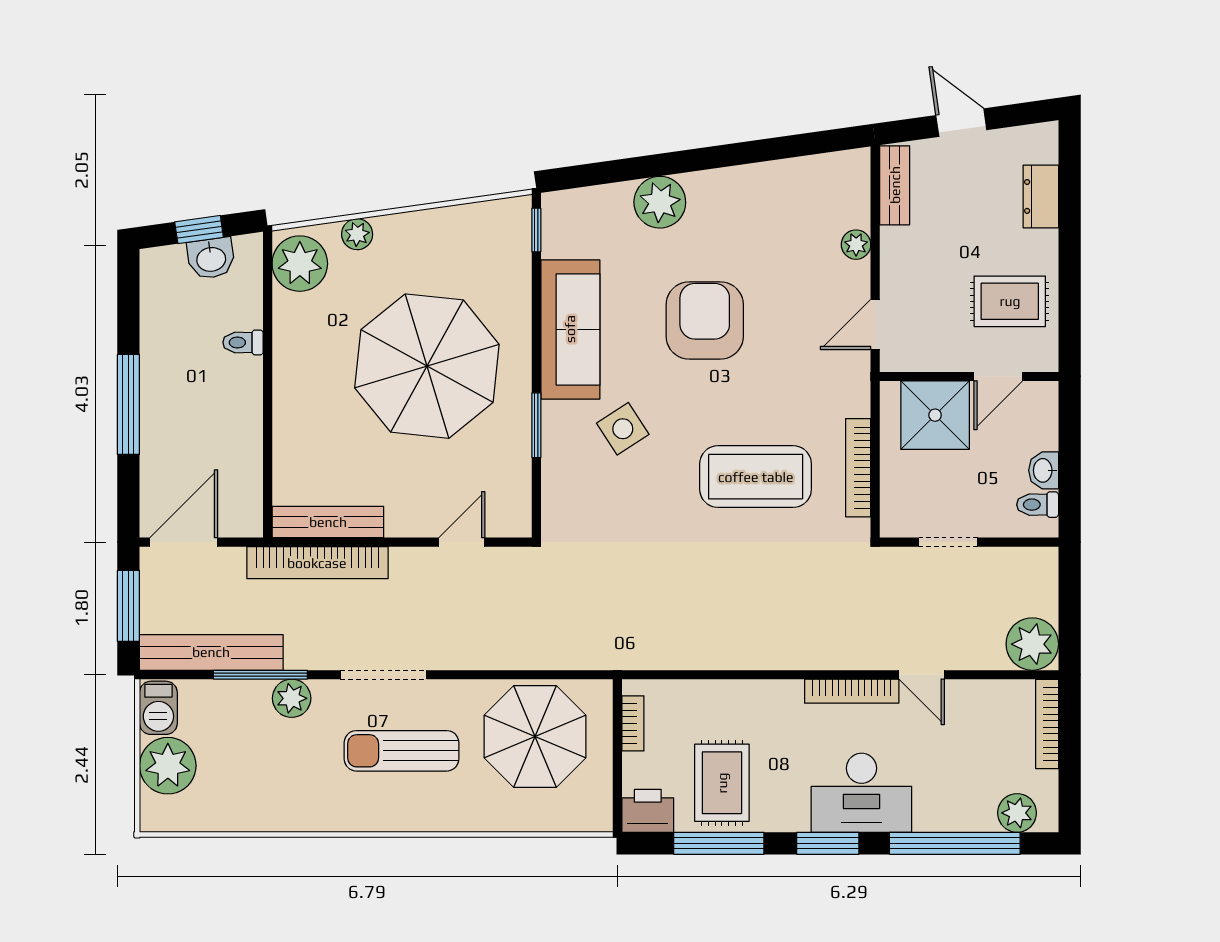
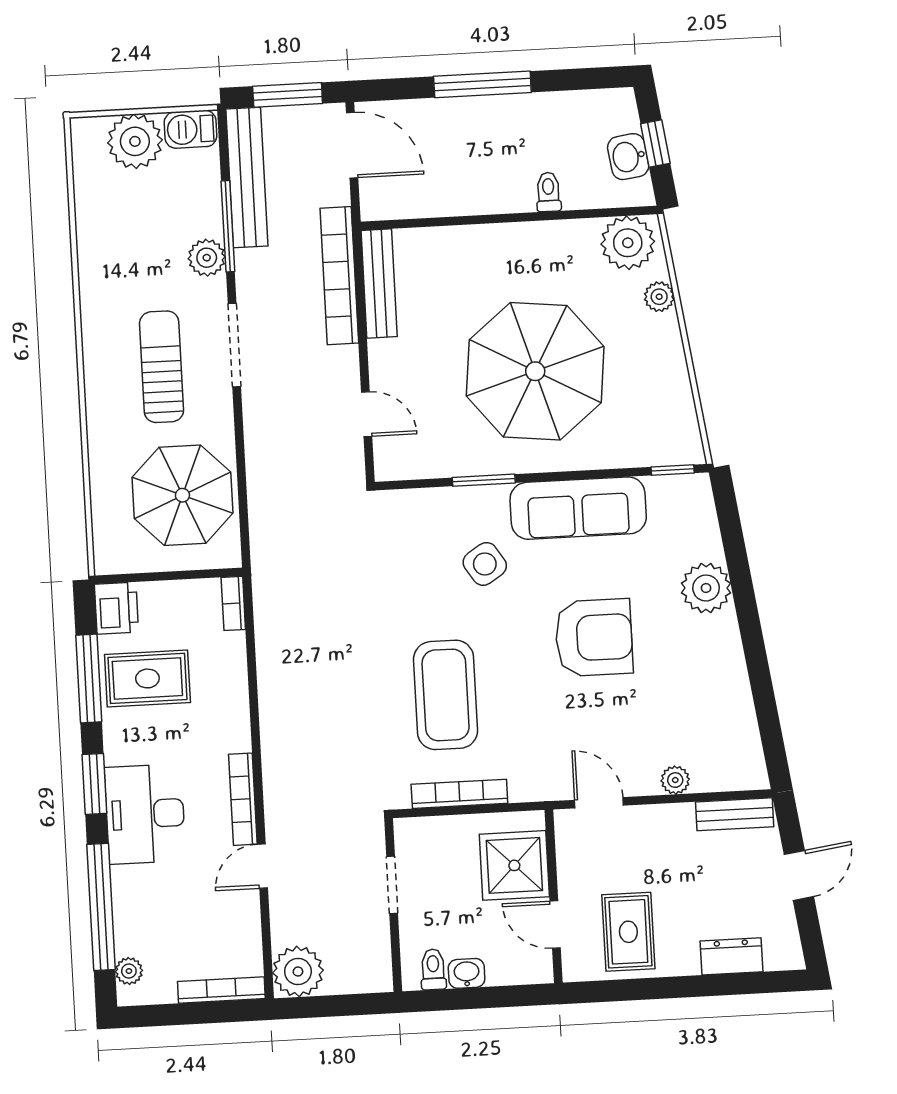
bookcase: (633, 723) -> (233, 603), moved, turned 90
plant: (1017, 813) -> (129, 971), width x0.73, depth x0.73

